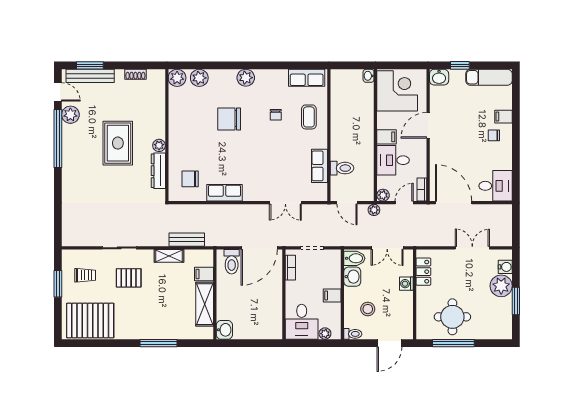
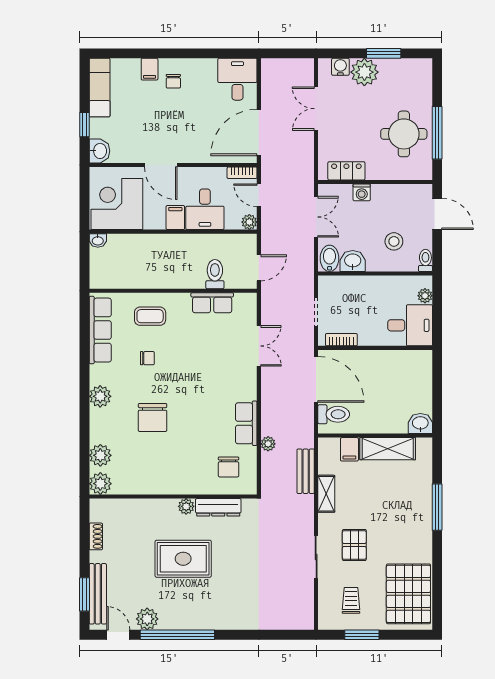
row of seats: (307, 78) -> (100, 330), width x1.48
door: (58, 92) -> (118, 635), hinge flipped
plant: (374, 210) -> (268, 444), moved
filing cabinet: (332, 295) -> (377, 287), removed

